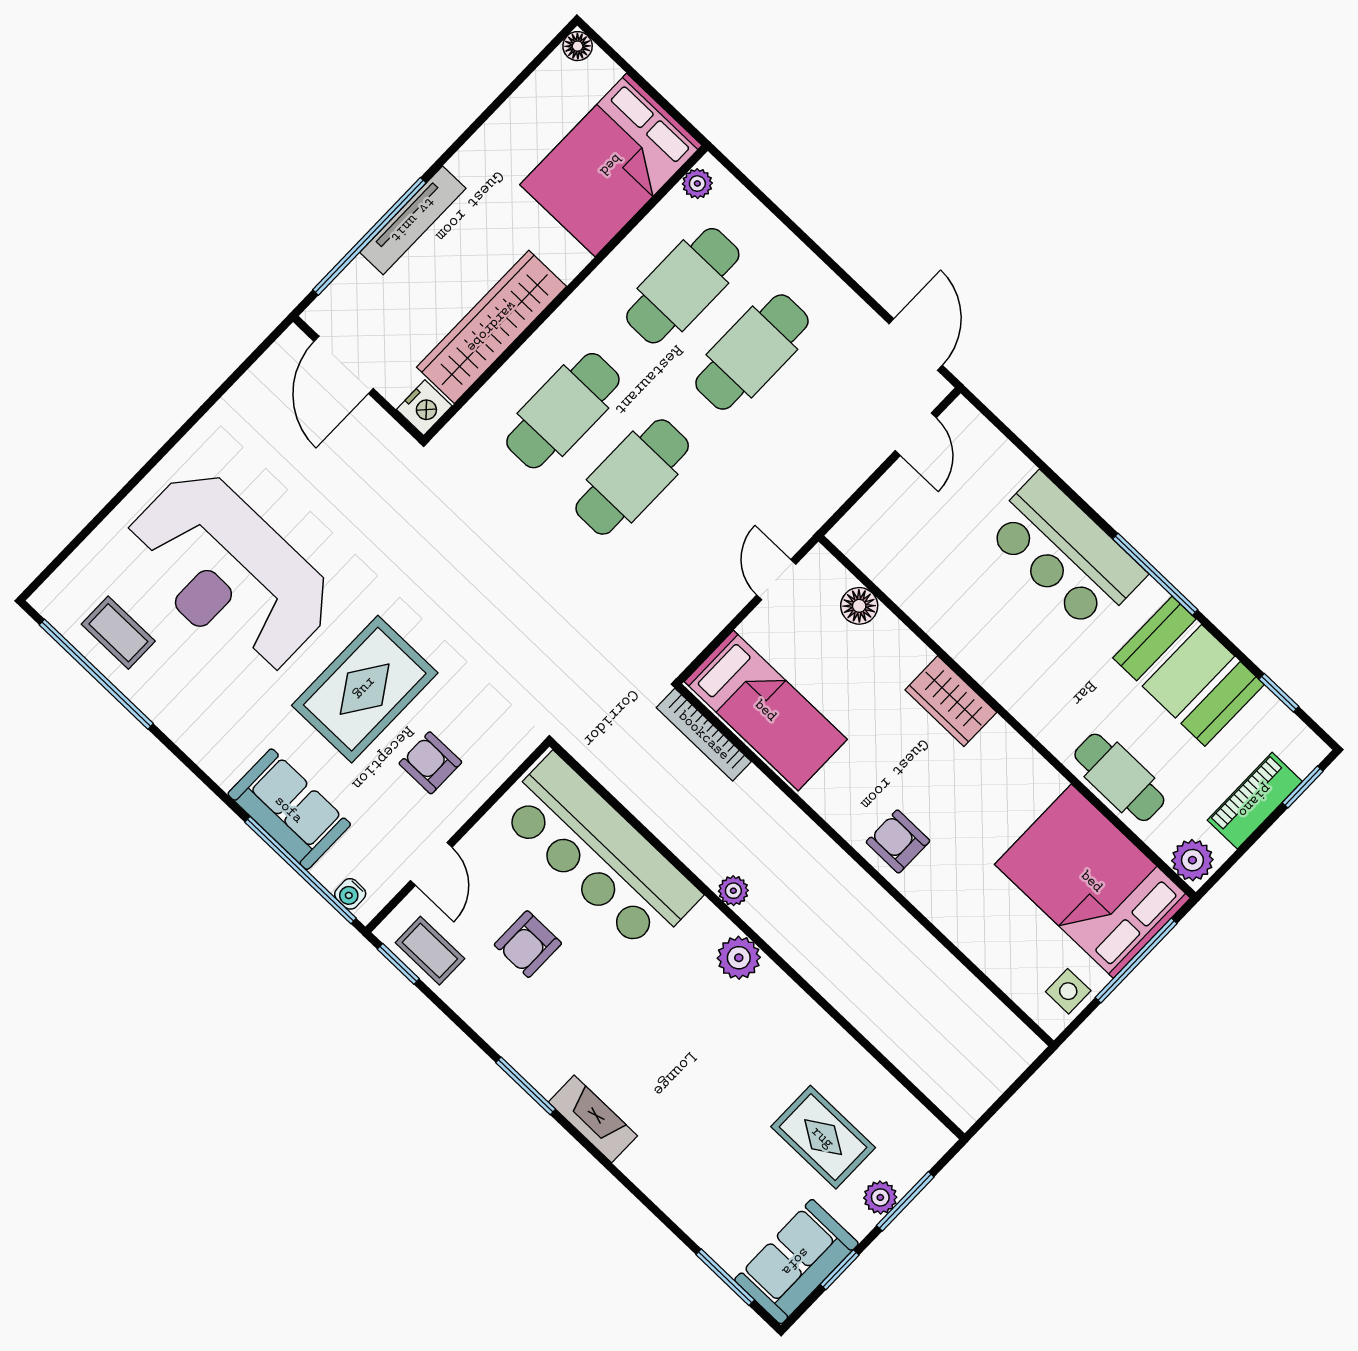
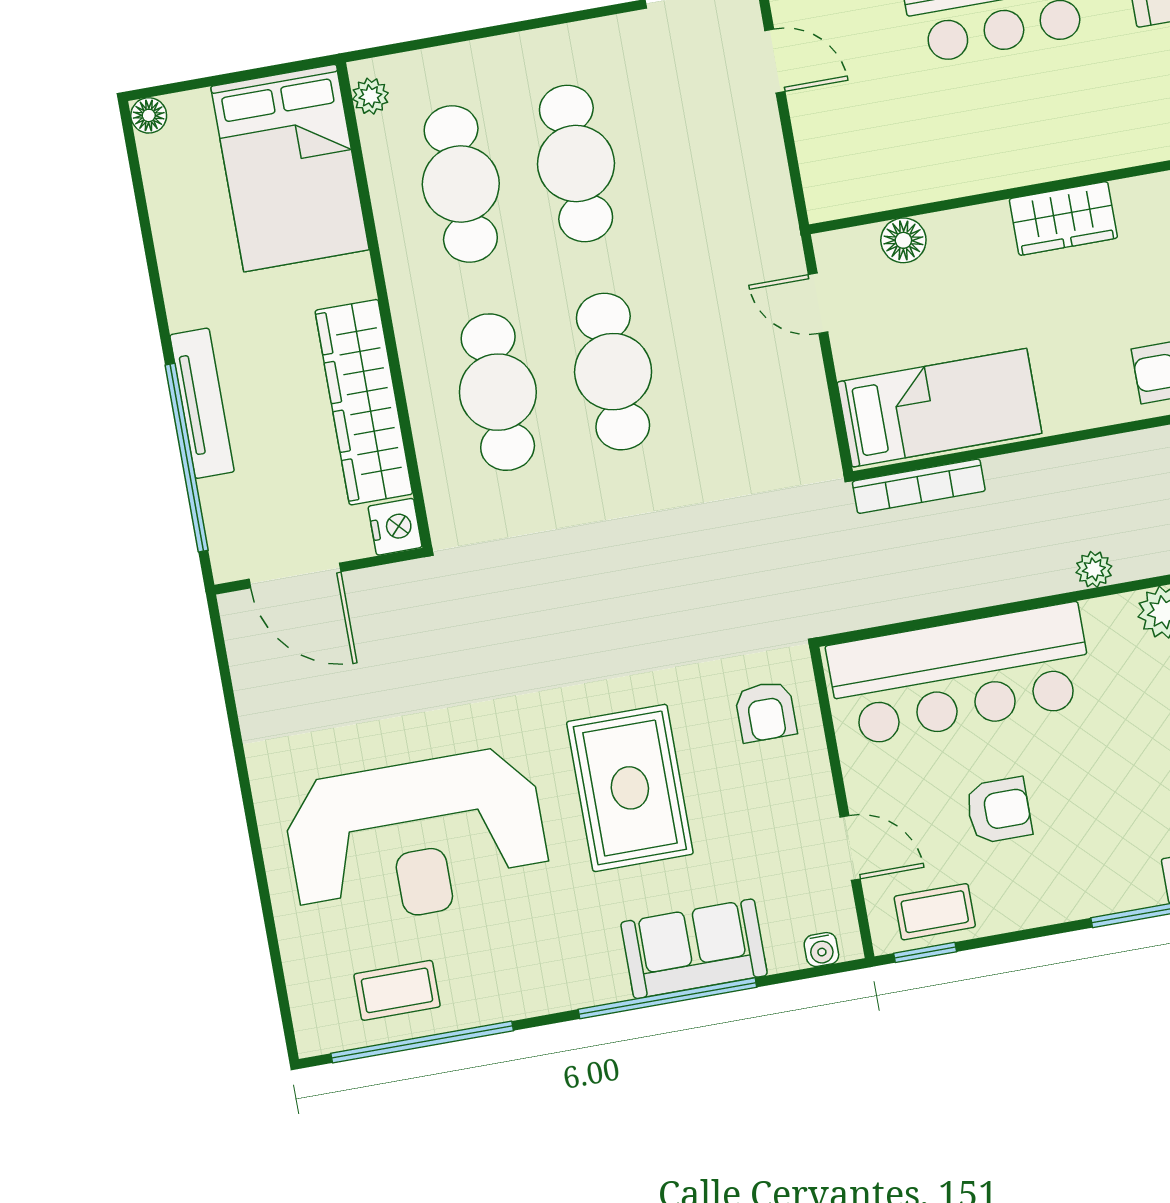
armchair: (430, 763) -> (766, 712), moved, turned -90
window: (301, 870) -> (667, 998), moved
armchair: (528, 944) -> (999, 810), turned -90

